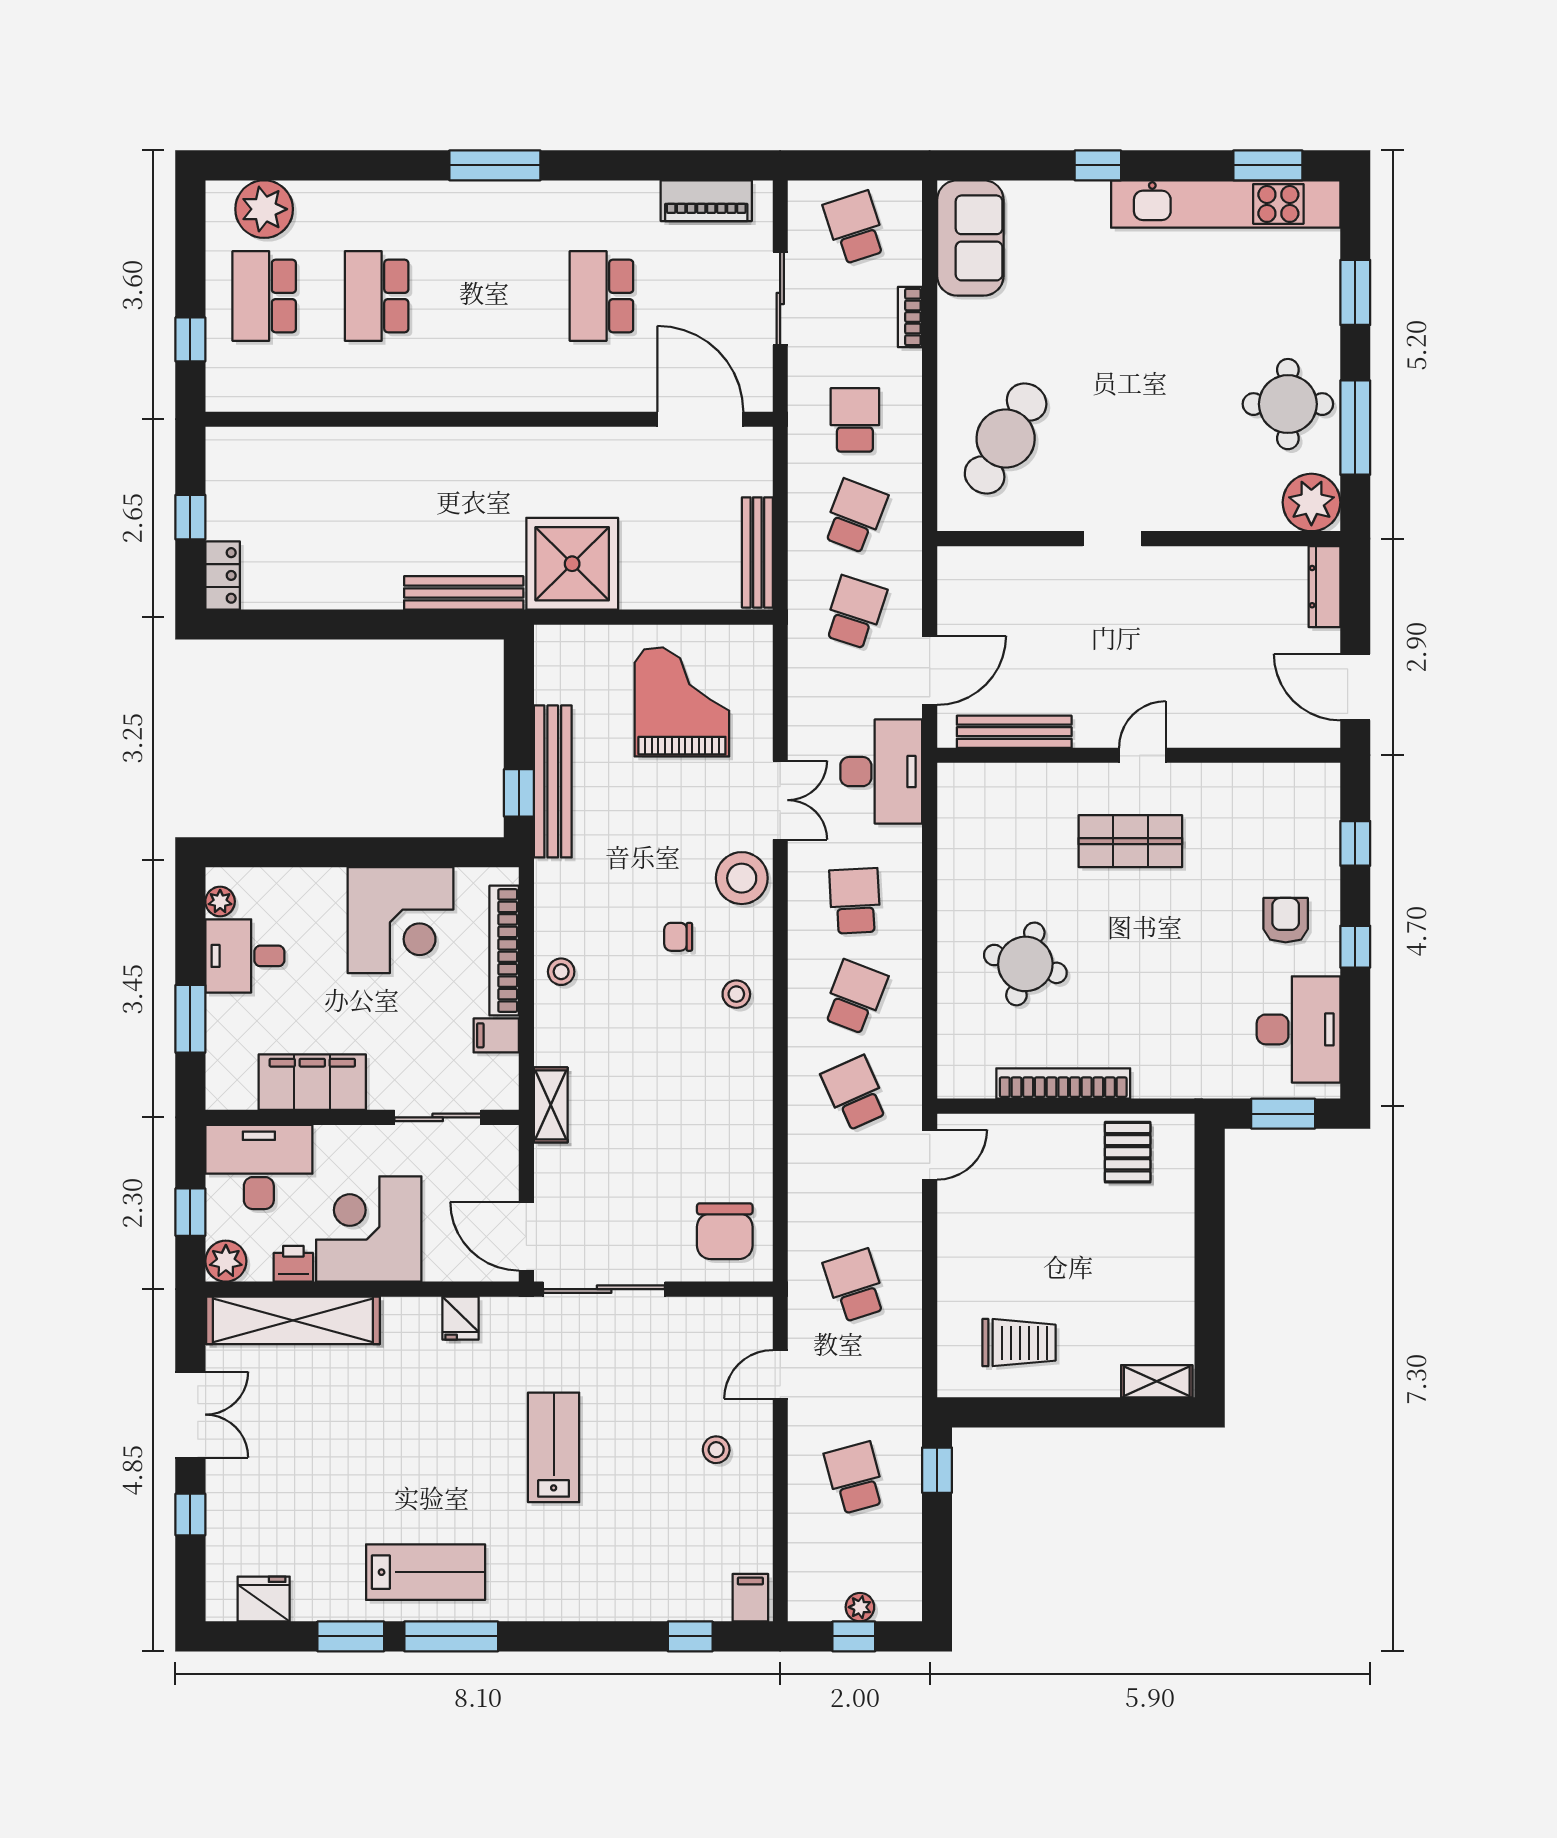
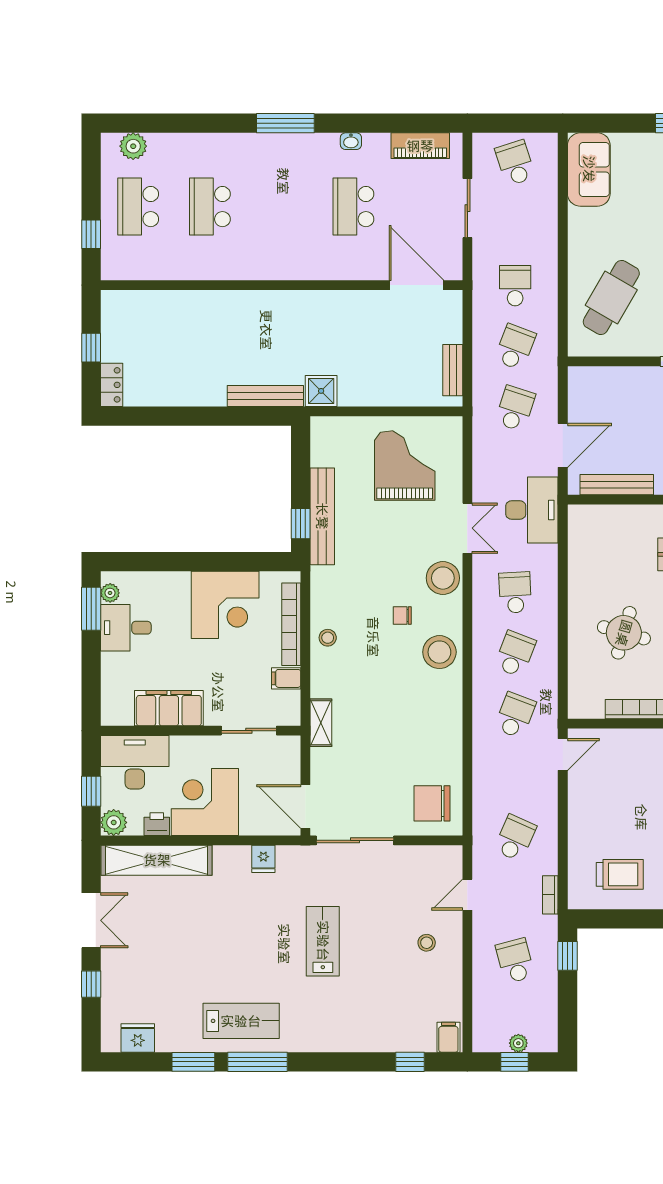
washbasin: (598, 193) -> (351, 141), added
plant: (264, 209) -> (133, 146), width x0.73, depth x0.73
bookcase: (910, 317) -> (550, 895), moved
bench: (757, 552) -> (453, 370), width x0.73
shower: (572, 564) -> (321, 391), width x0.54, depth x0.54
stool: (736, 994) -> (439, 652), width x1.89, depth x1.89
window: (190, 1019) -> (91, 609), moved
school desk: (855, 1093) -> (515, 715), turned 45
chair: (725, 1231) -> (432, 803), turned 90
school desk: (855, 1286) -> (515, 838), turned 42

